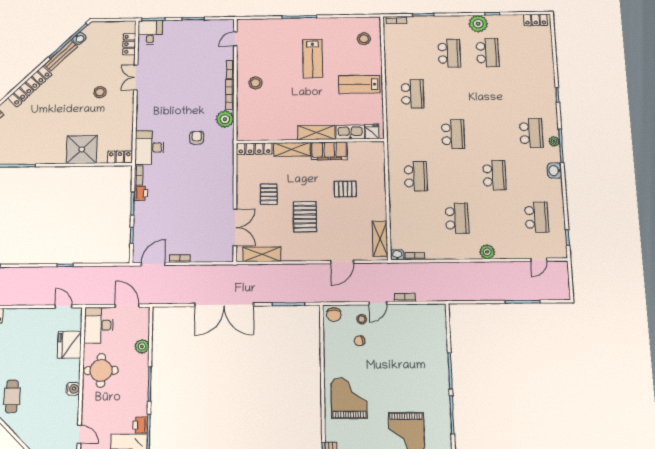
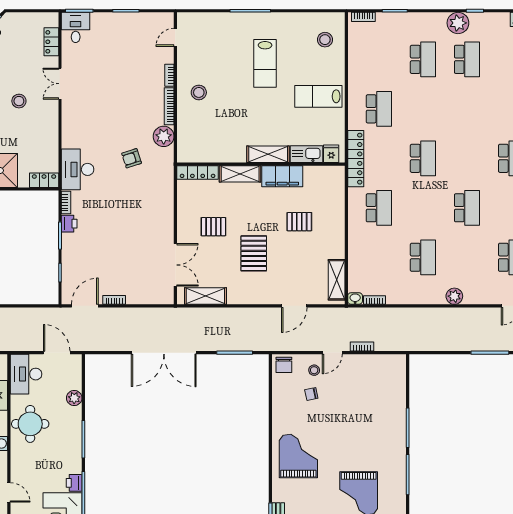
locker: (394, 135) -> (356, 159), added
armchair: (197, 138) -> (132, 158), turned -108
pallet: (269, 194) -> (213, 227), turned 90

